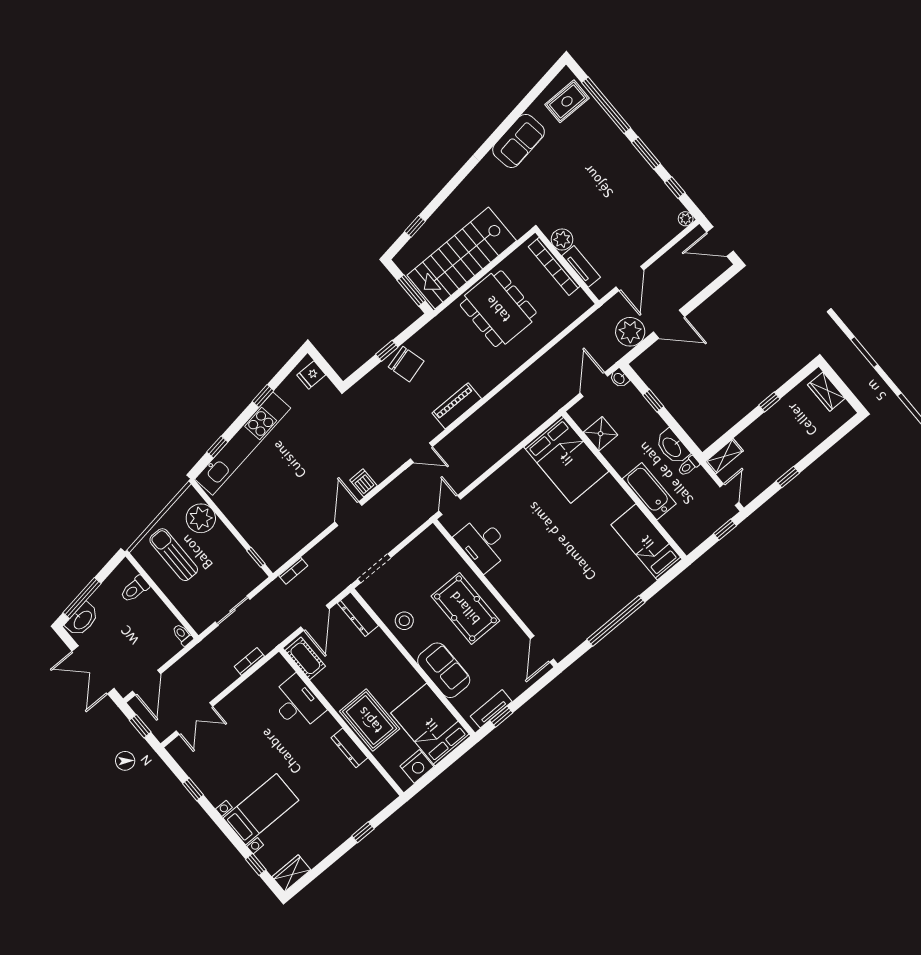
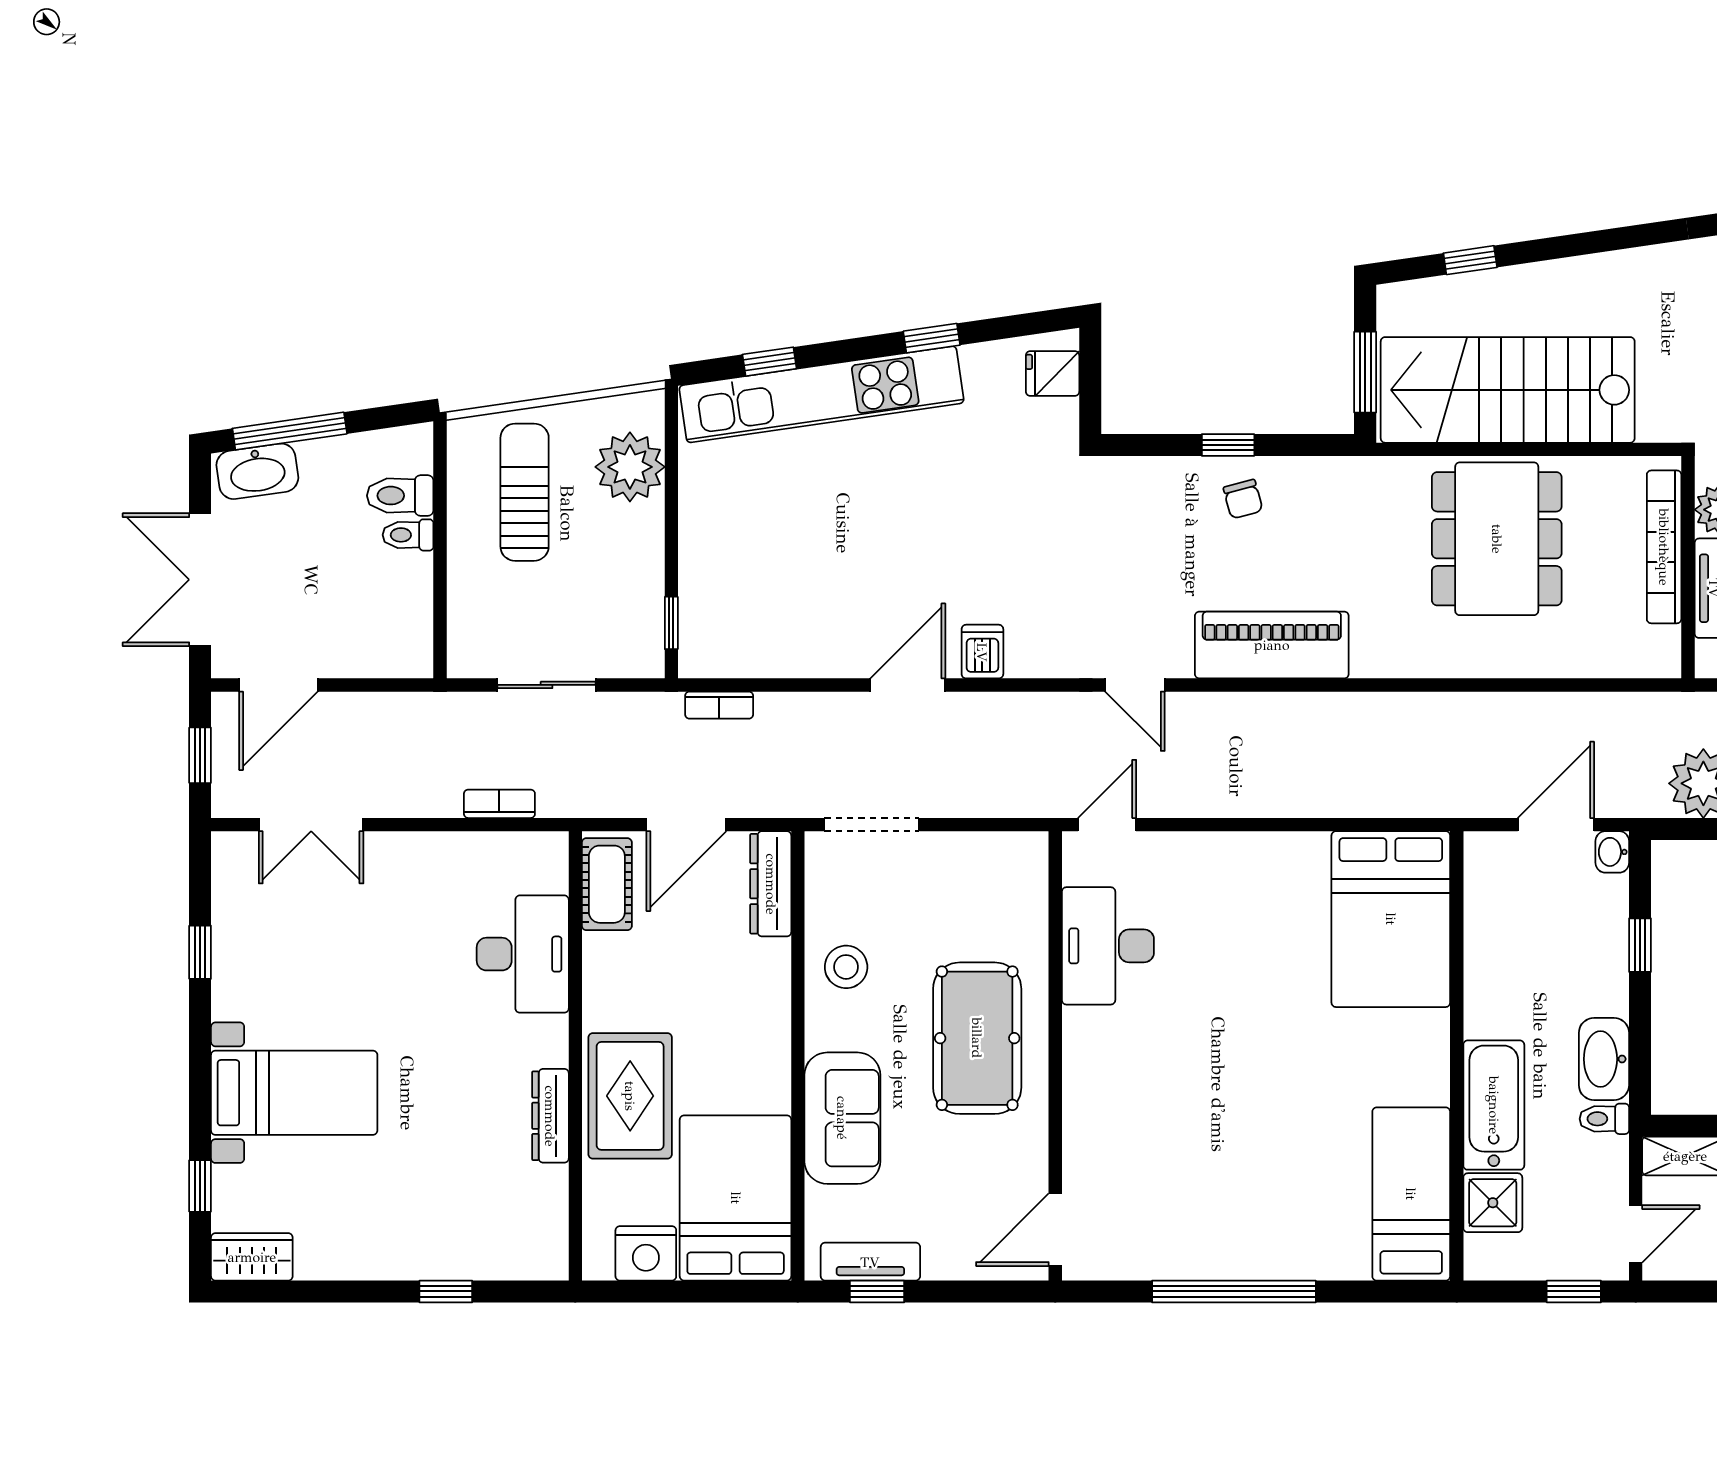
chair: (406, 364) -> (1243, 499), width x0.54, depth x0.54
piano: (457, 406) -> (1272, 645), width x1.37, depth x1.33
shower: (601, 434) -> (1493, 1203), moved
toilet: (183, 635) -> (408, 535), moved, turned -90

